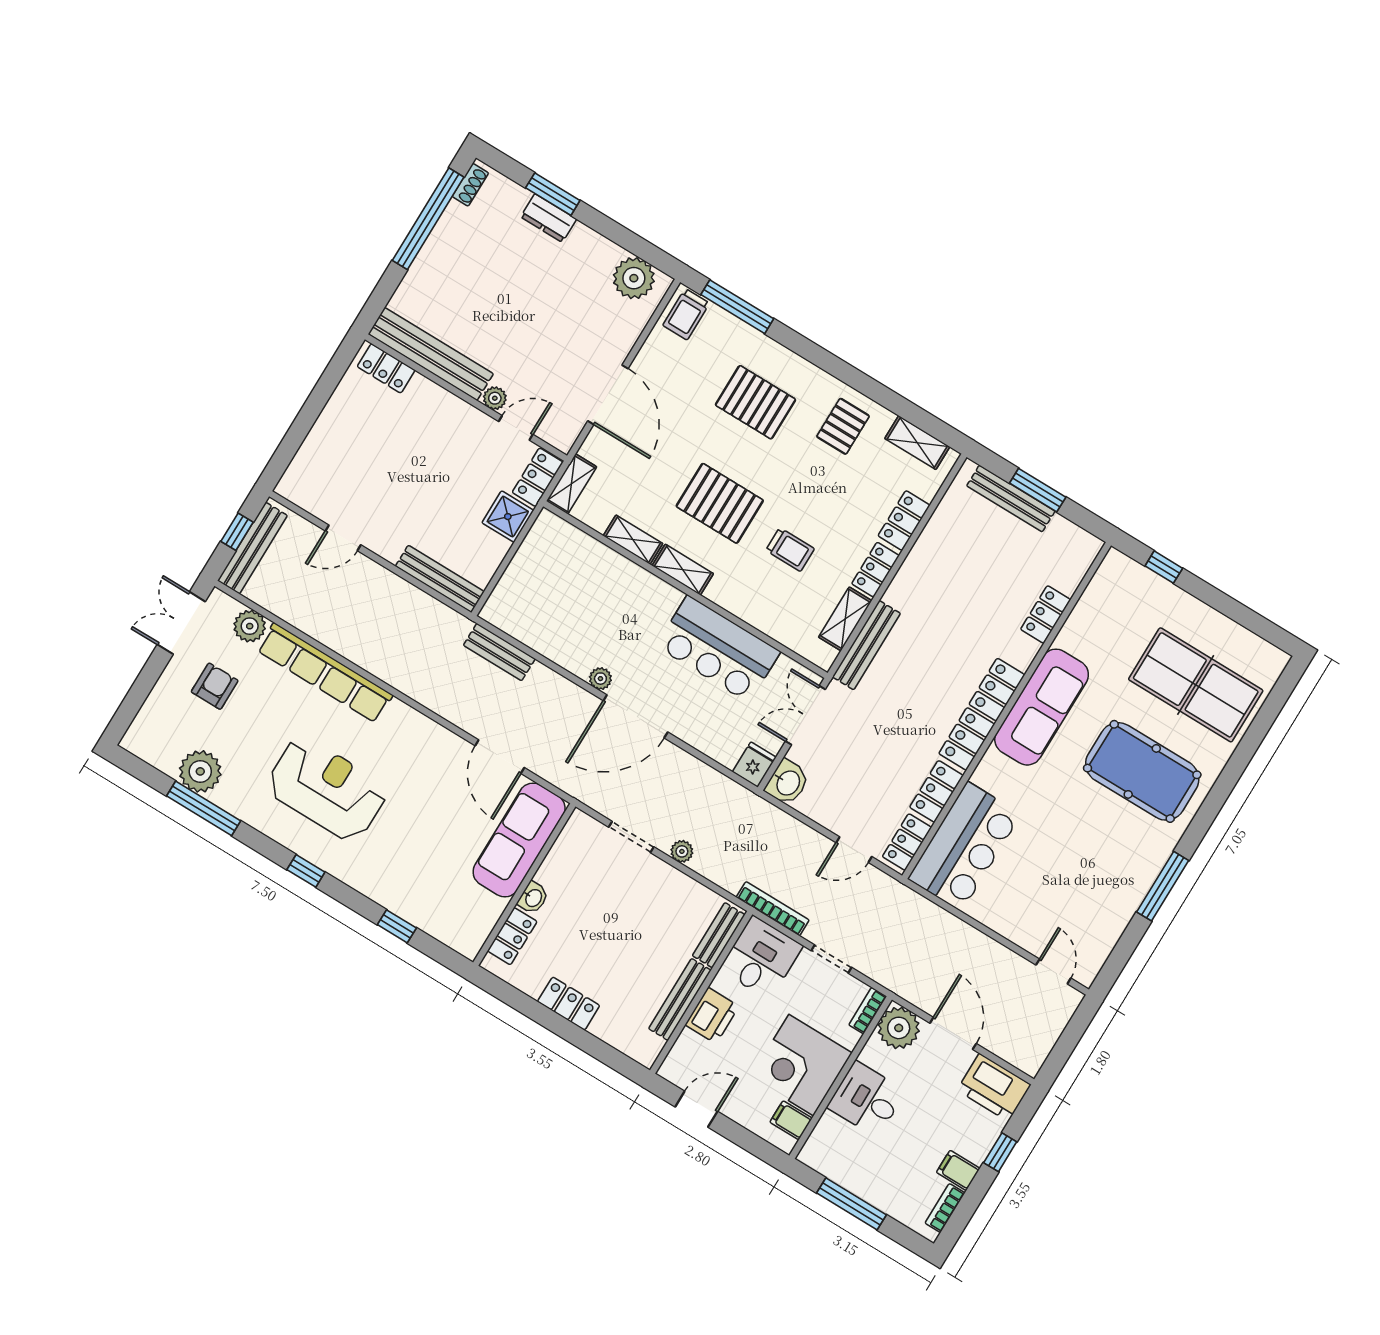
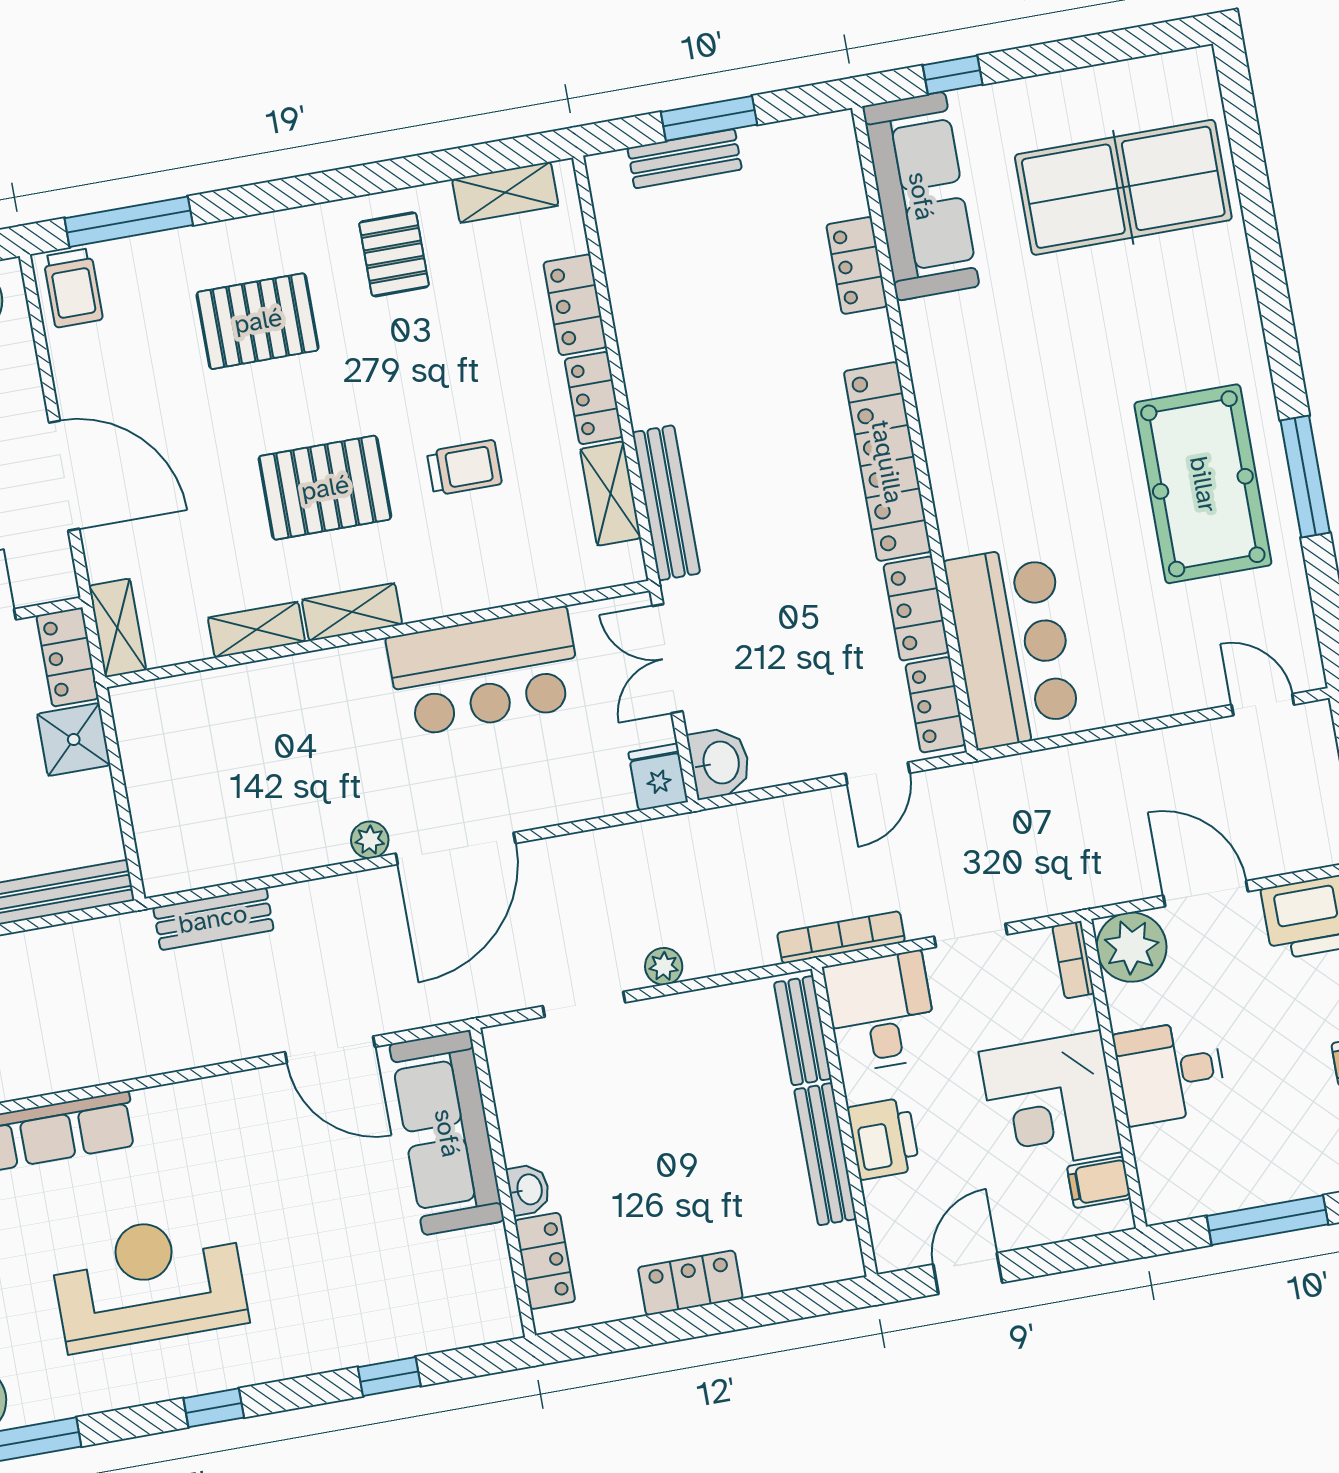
bench: (1011, 499) -> (685, 159), width x0.73
sofa: (1042, 707) -> (921, 196), moved
pool table: (1142, 771) -> (1203, 484), moved, turned 90

